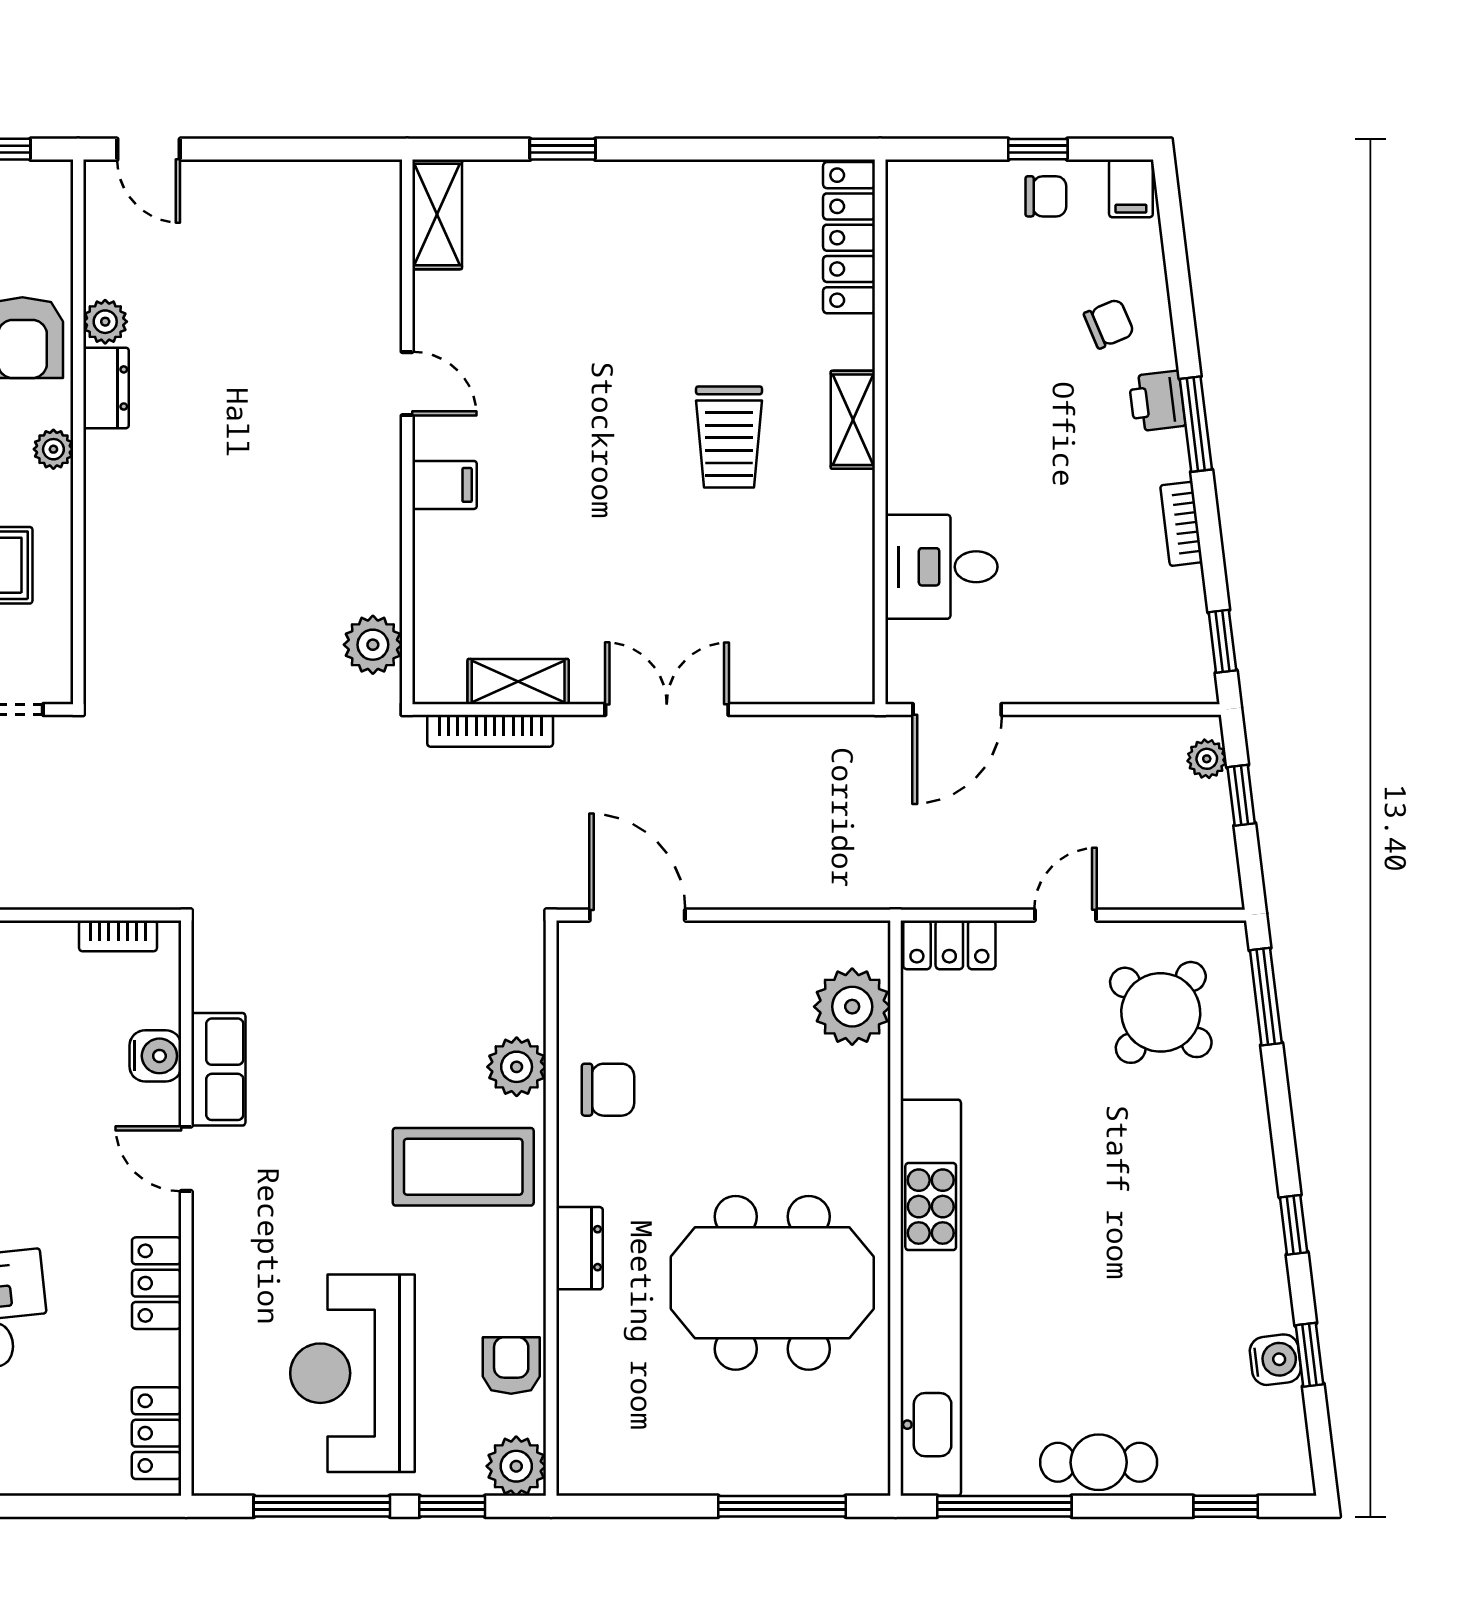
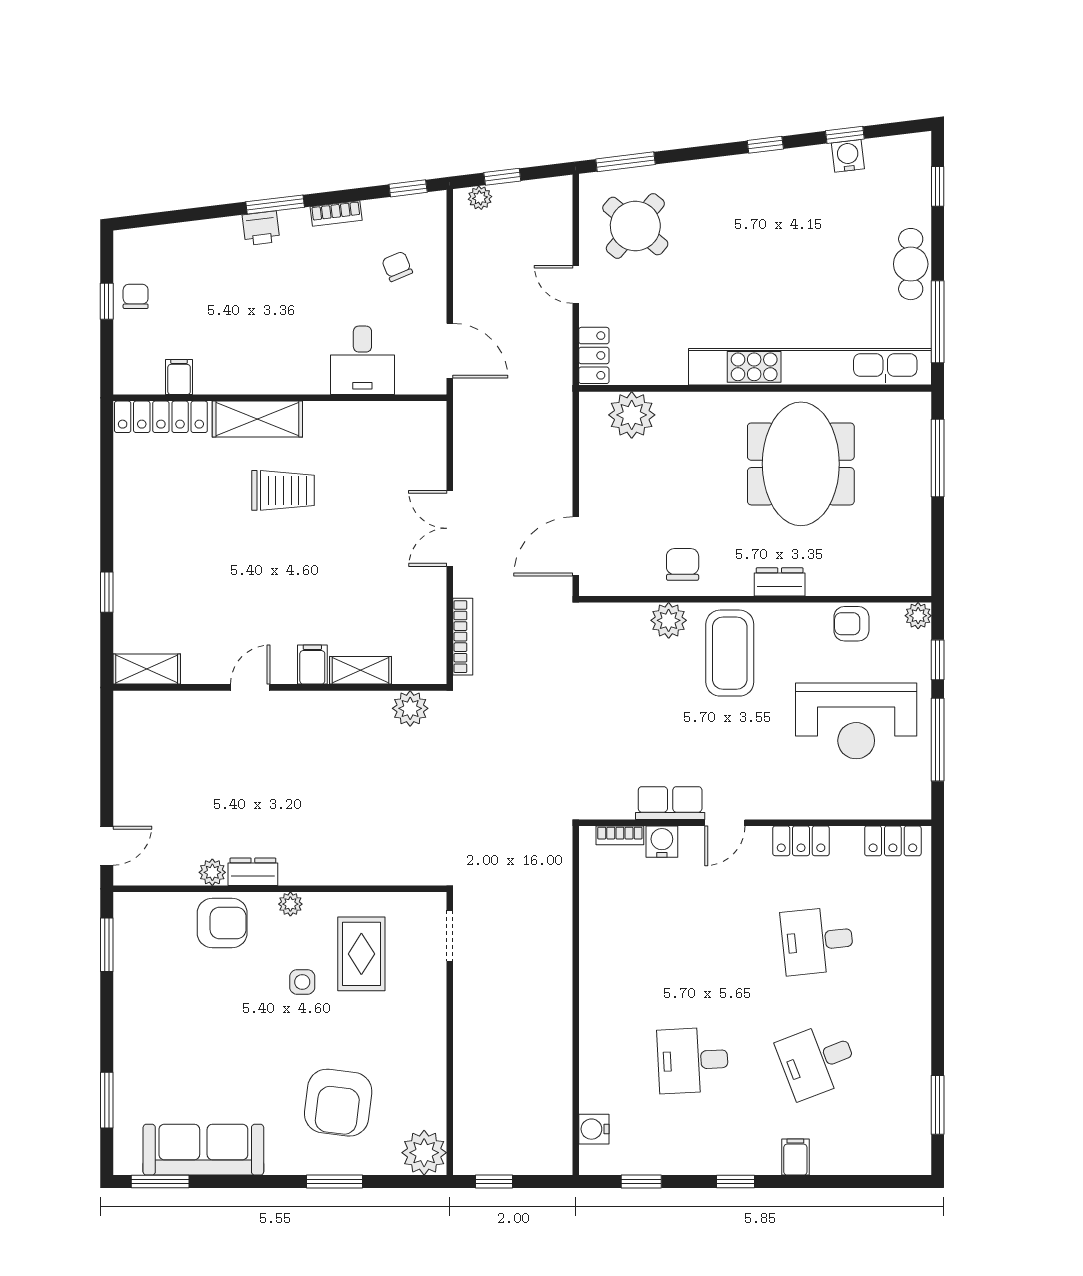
filing cabinet: (1131, 188) -> (179, 377), moved, turned -90
chair: (1109, 324) -> (397, 266), moved
shelving: (853, 420) -> (257, 419), width x1.50, depth x1.33
shelving: (518, 682) -> (361, 670), moved, turned 90
bookcase: (118, 936) -> (620, 835), moved, turned 90
plant: (516, 1466) -> (918, 616), width x0.73, depth x0.73

